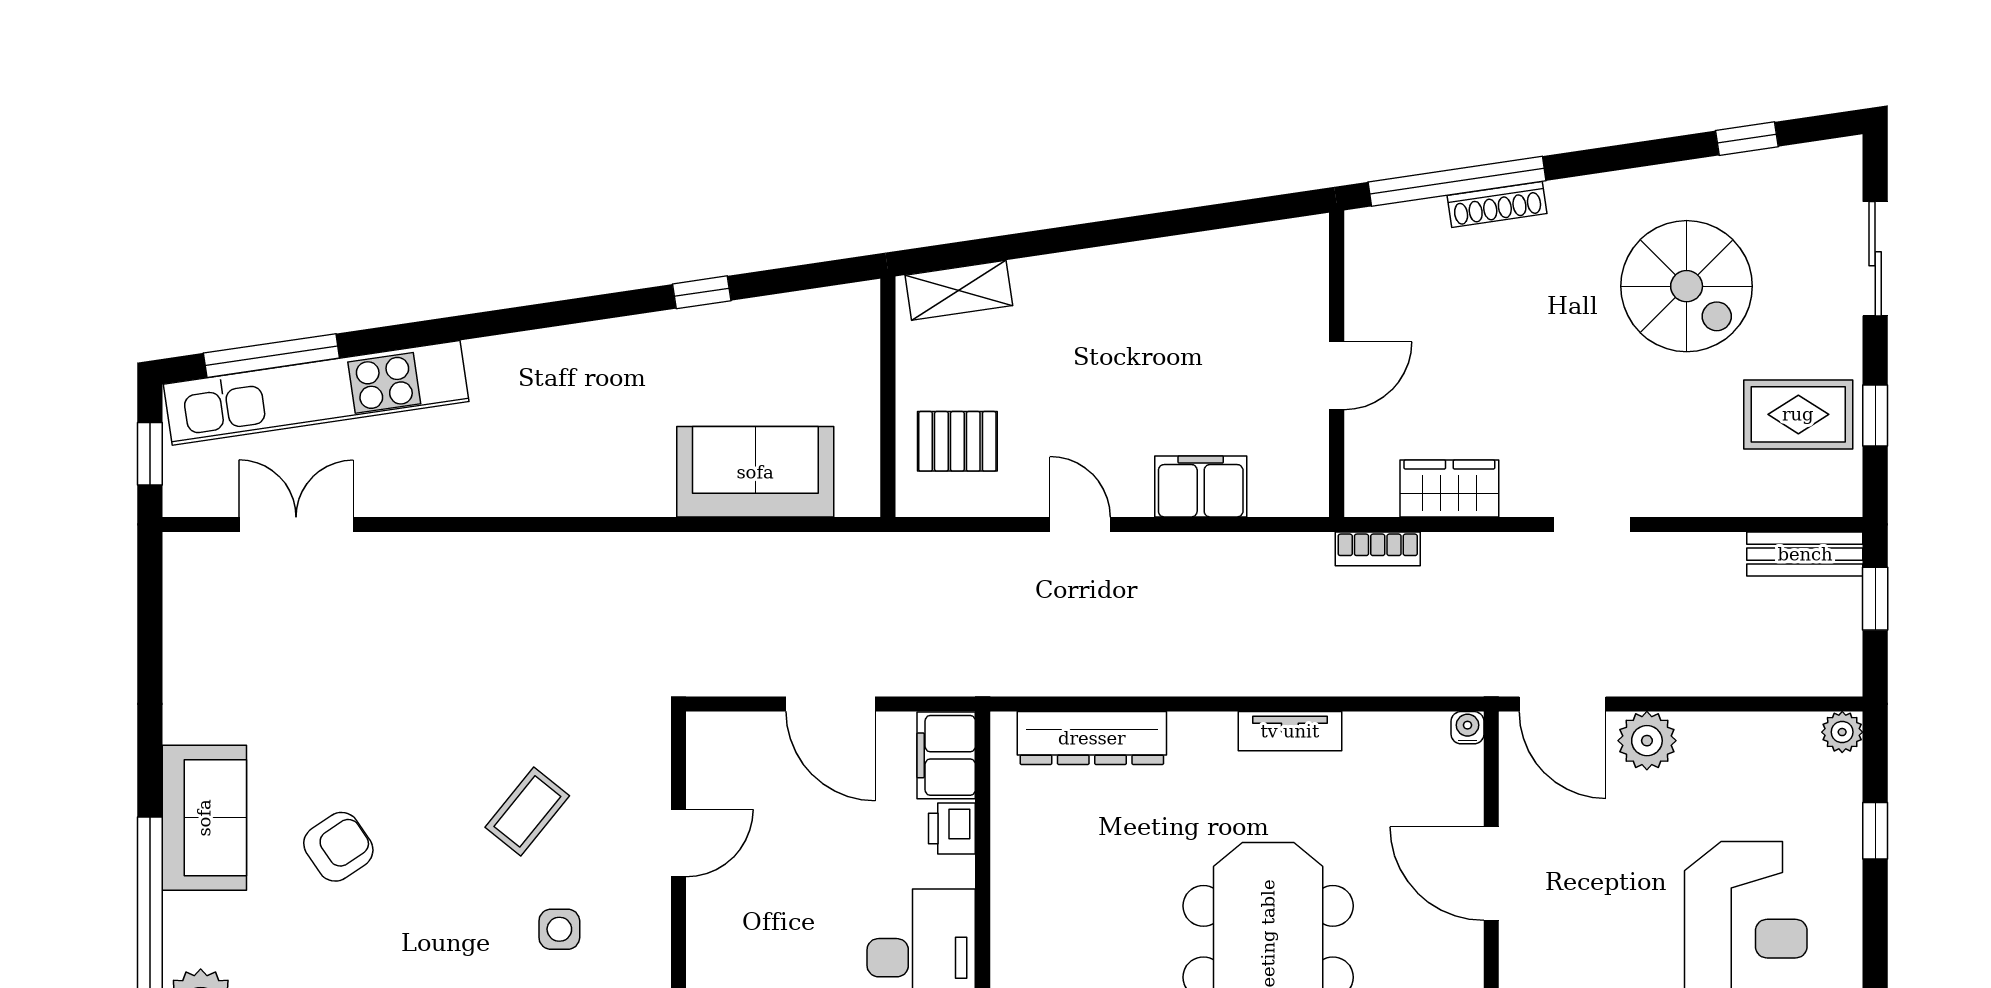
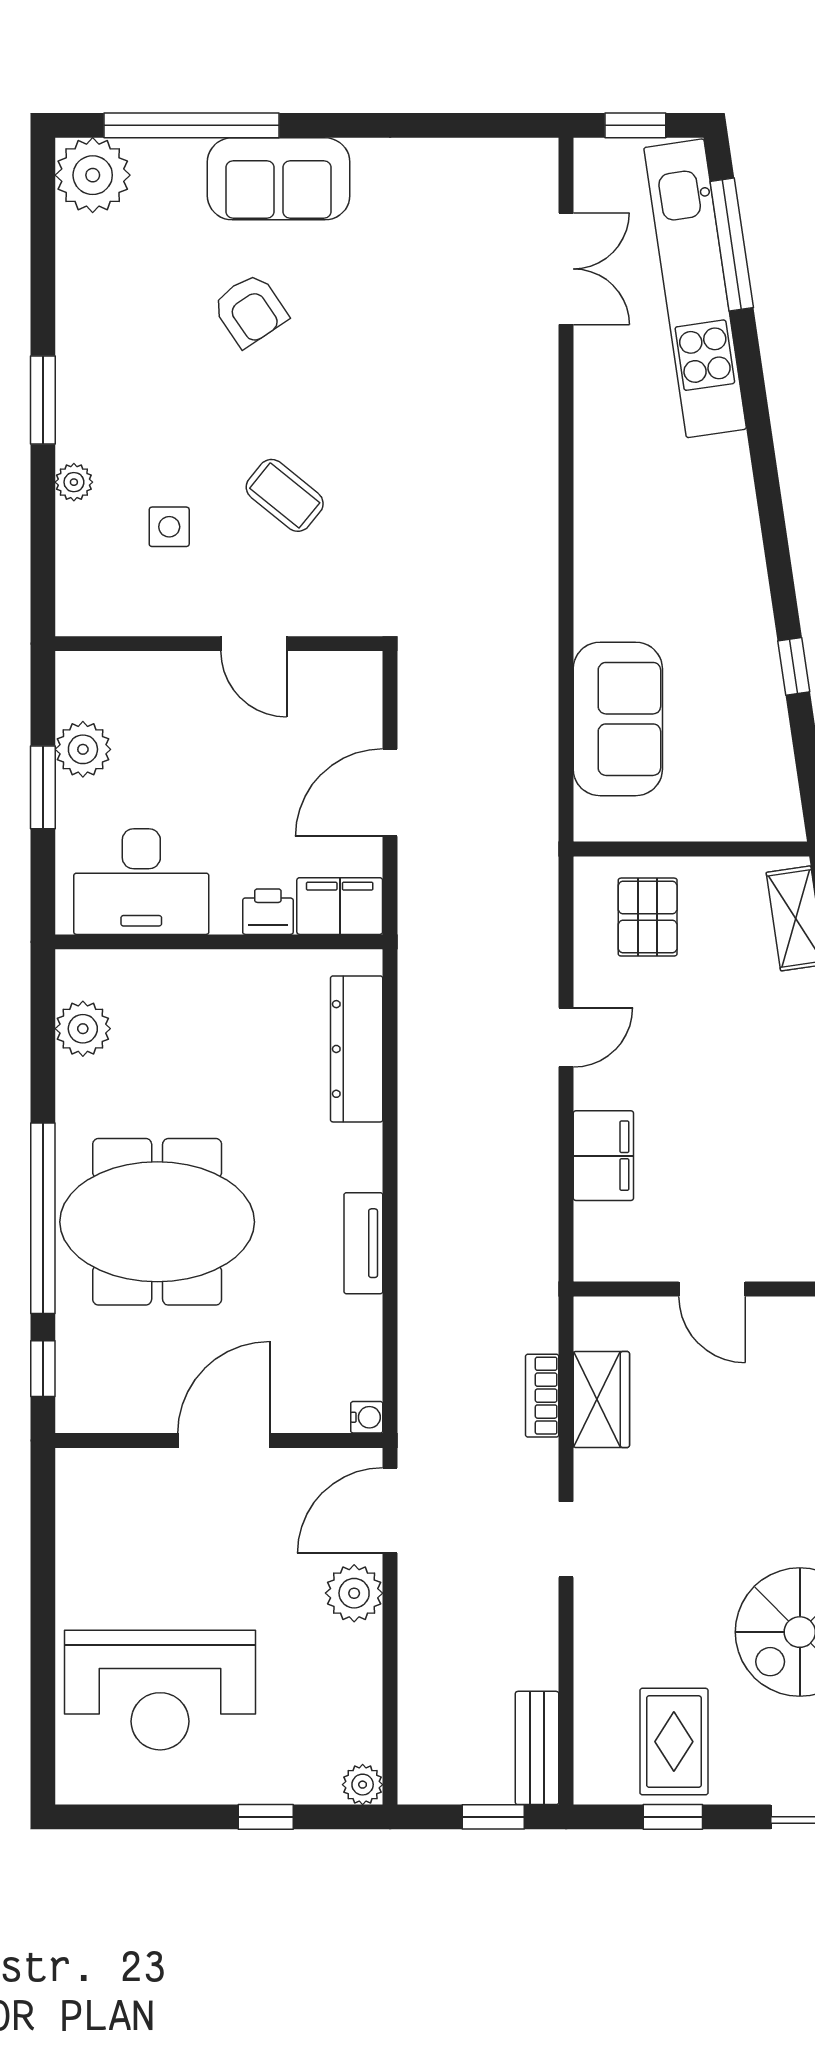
bookcase: (1378, 549) -> (542, 1396), moved

